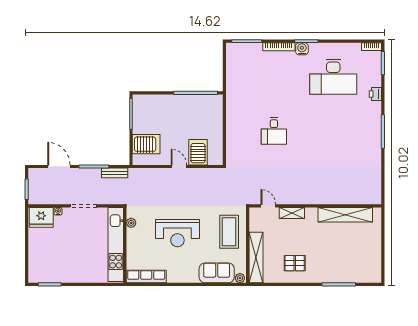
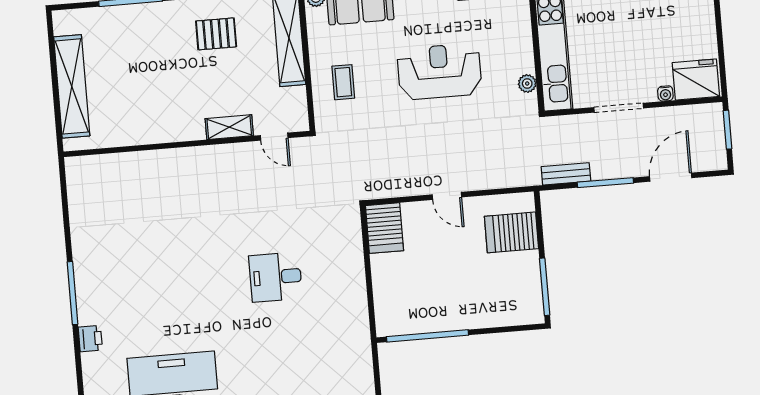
printer: (375, 94) -> (90, 339), moved
desk: (274, 131) -> (276, 277), turned -90
server rack: (198, 152) -> (384, 228), moved
door: (59, 166) -> (671, 177), swing flipped
shelving: (345, 215) -> (72, 86), moved, turned 90
coffee table: (229, 232) -> (343, 82), width x0.54, depth x0.58

